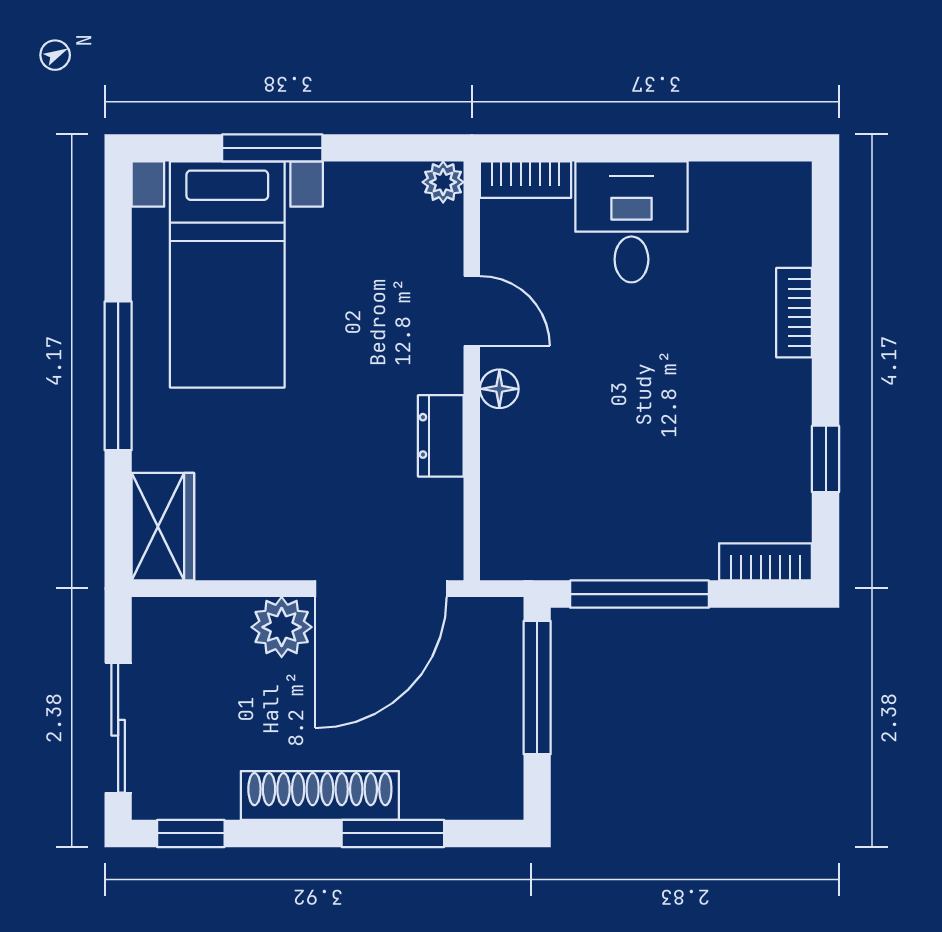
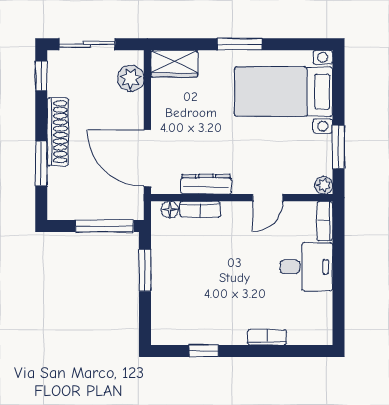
window: (272, 148) -> (338, 147), moved
window: (118, 376) -> (240, 44), width x0.69
floor lamp: (499, 389) -> (170, 210), moved
dresser: (441, 436) -> (206, 184), width x1.44
bookcase: (765, 562) -> (200, 209), moved, turned 90
window: (640, 594) -> (145, 270), width x0.69
plant: (282, 627) -> (131, 78), moved

